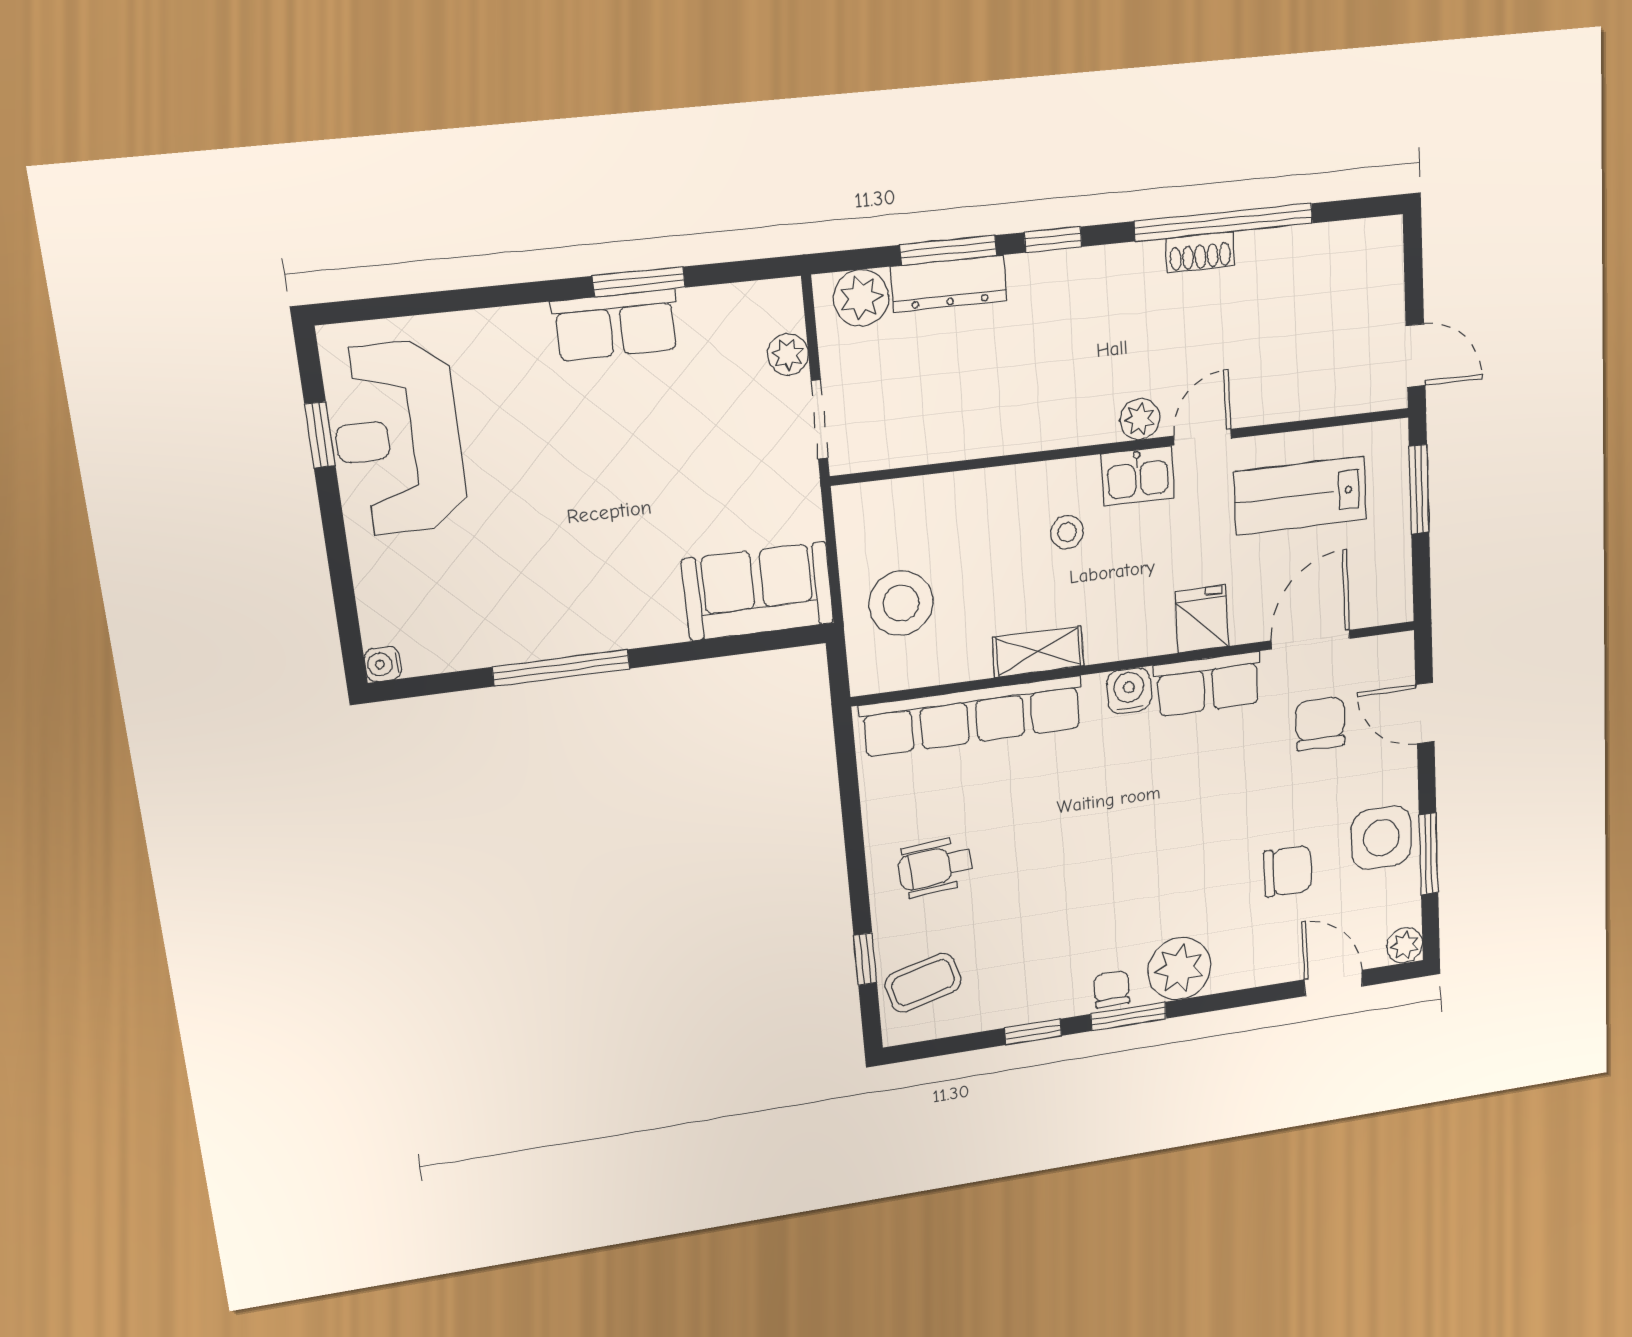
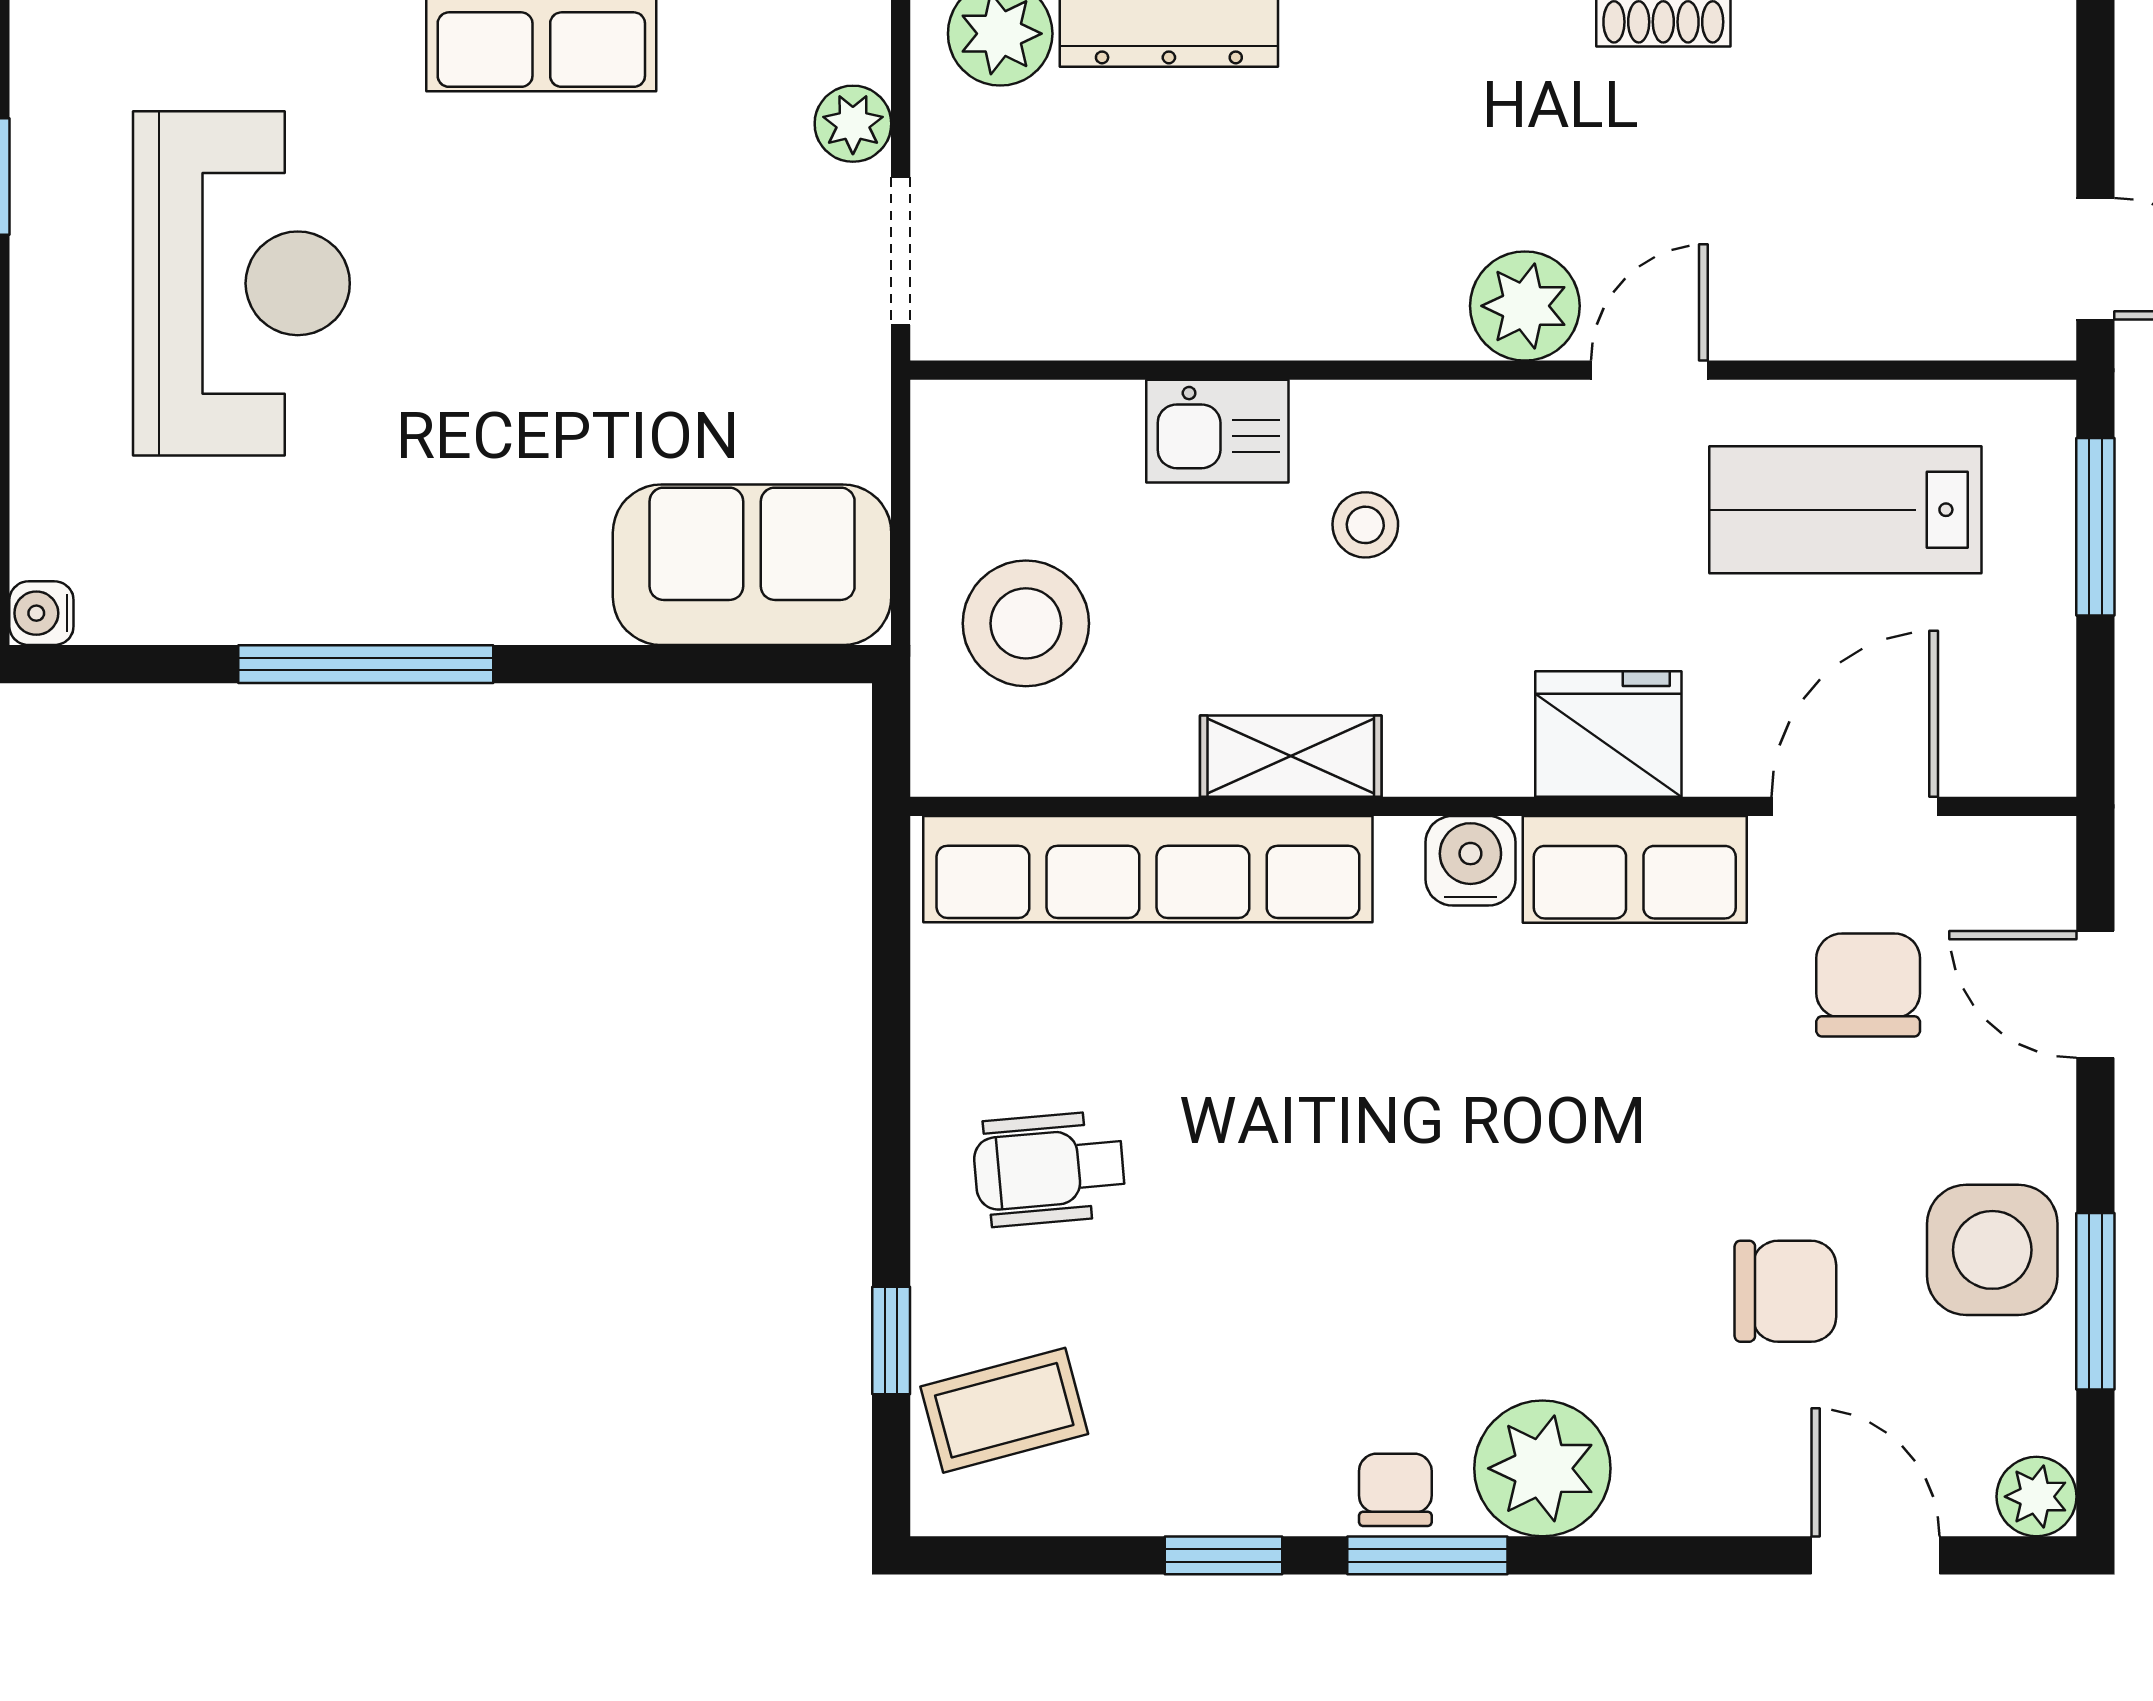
plant: (1140, 419) -> (1525, 306), width x1.38, depth x1.38
reception desk: (398, 438) -> (241, 283), moved, turned 180
kitchen sink: (1138, 476) -> (1217, 431), moved
fridge: (1202, 619) -> (1608, 734), width x1.38

